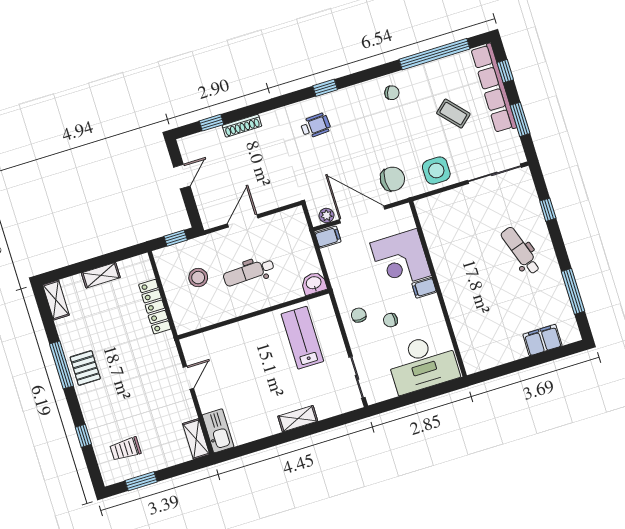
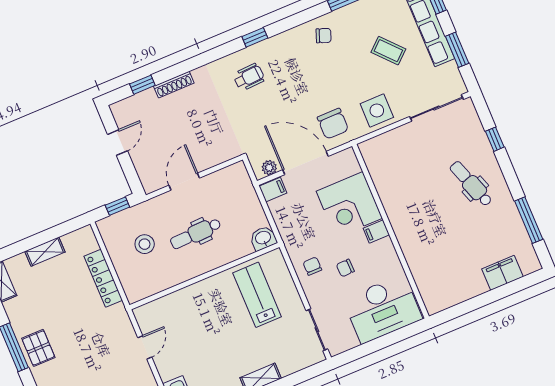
chair: (392, 179) -> (333, 124), turned 90

